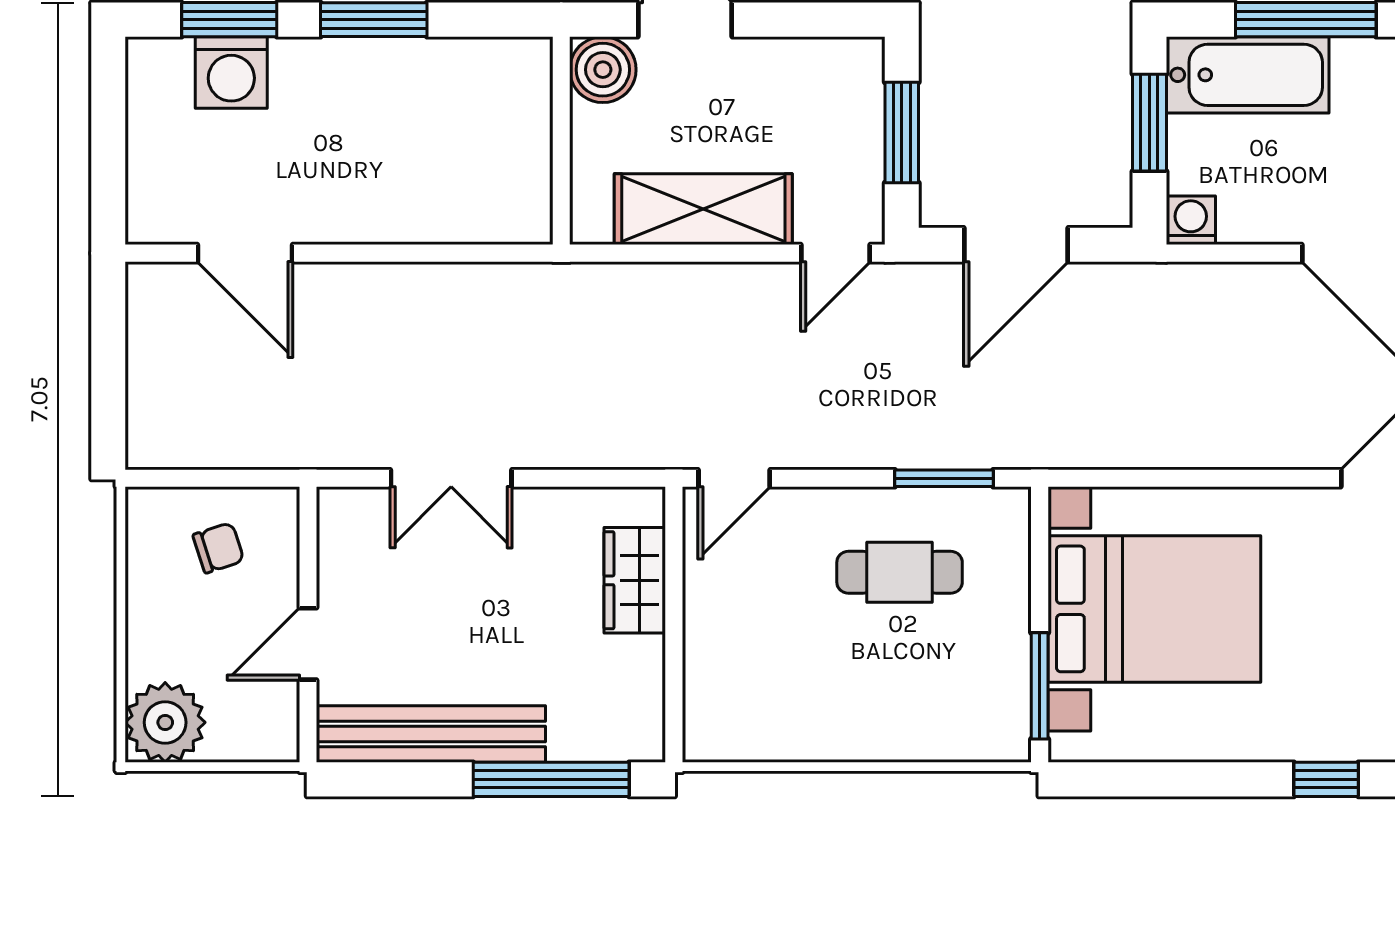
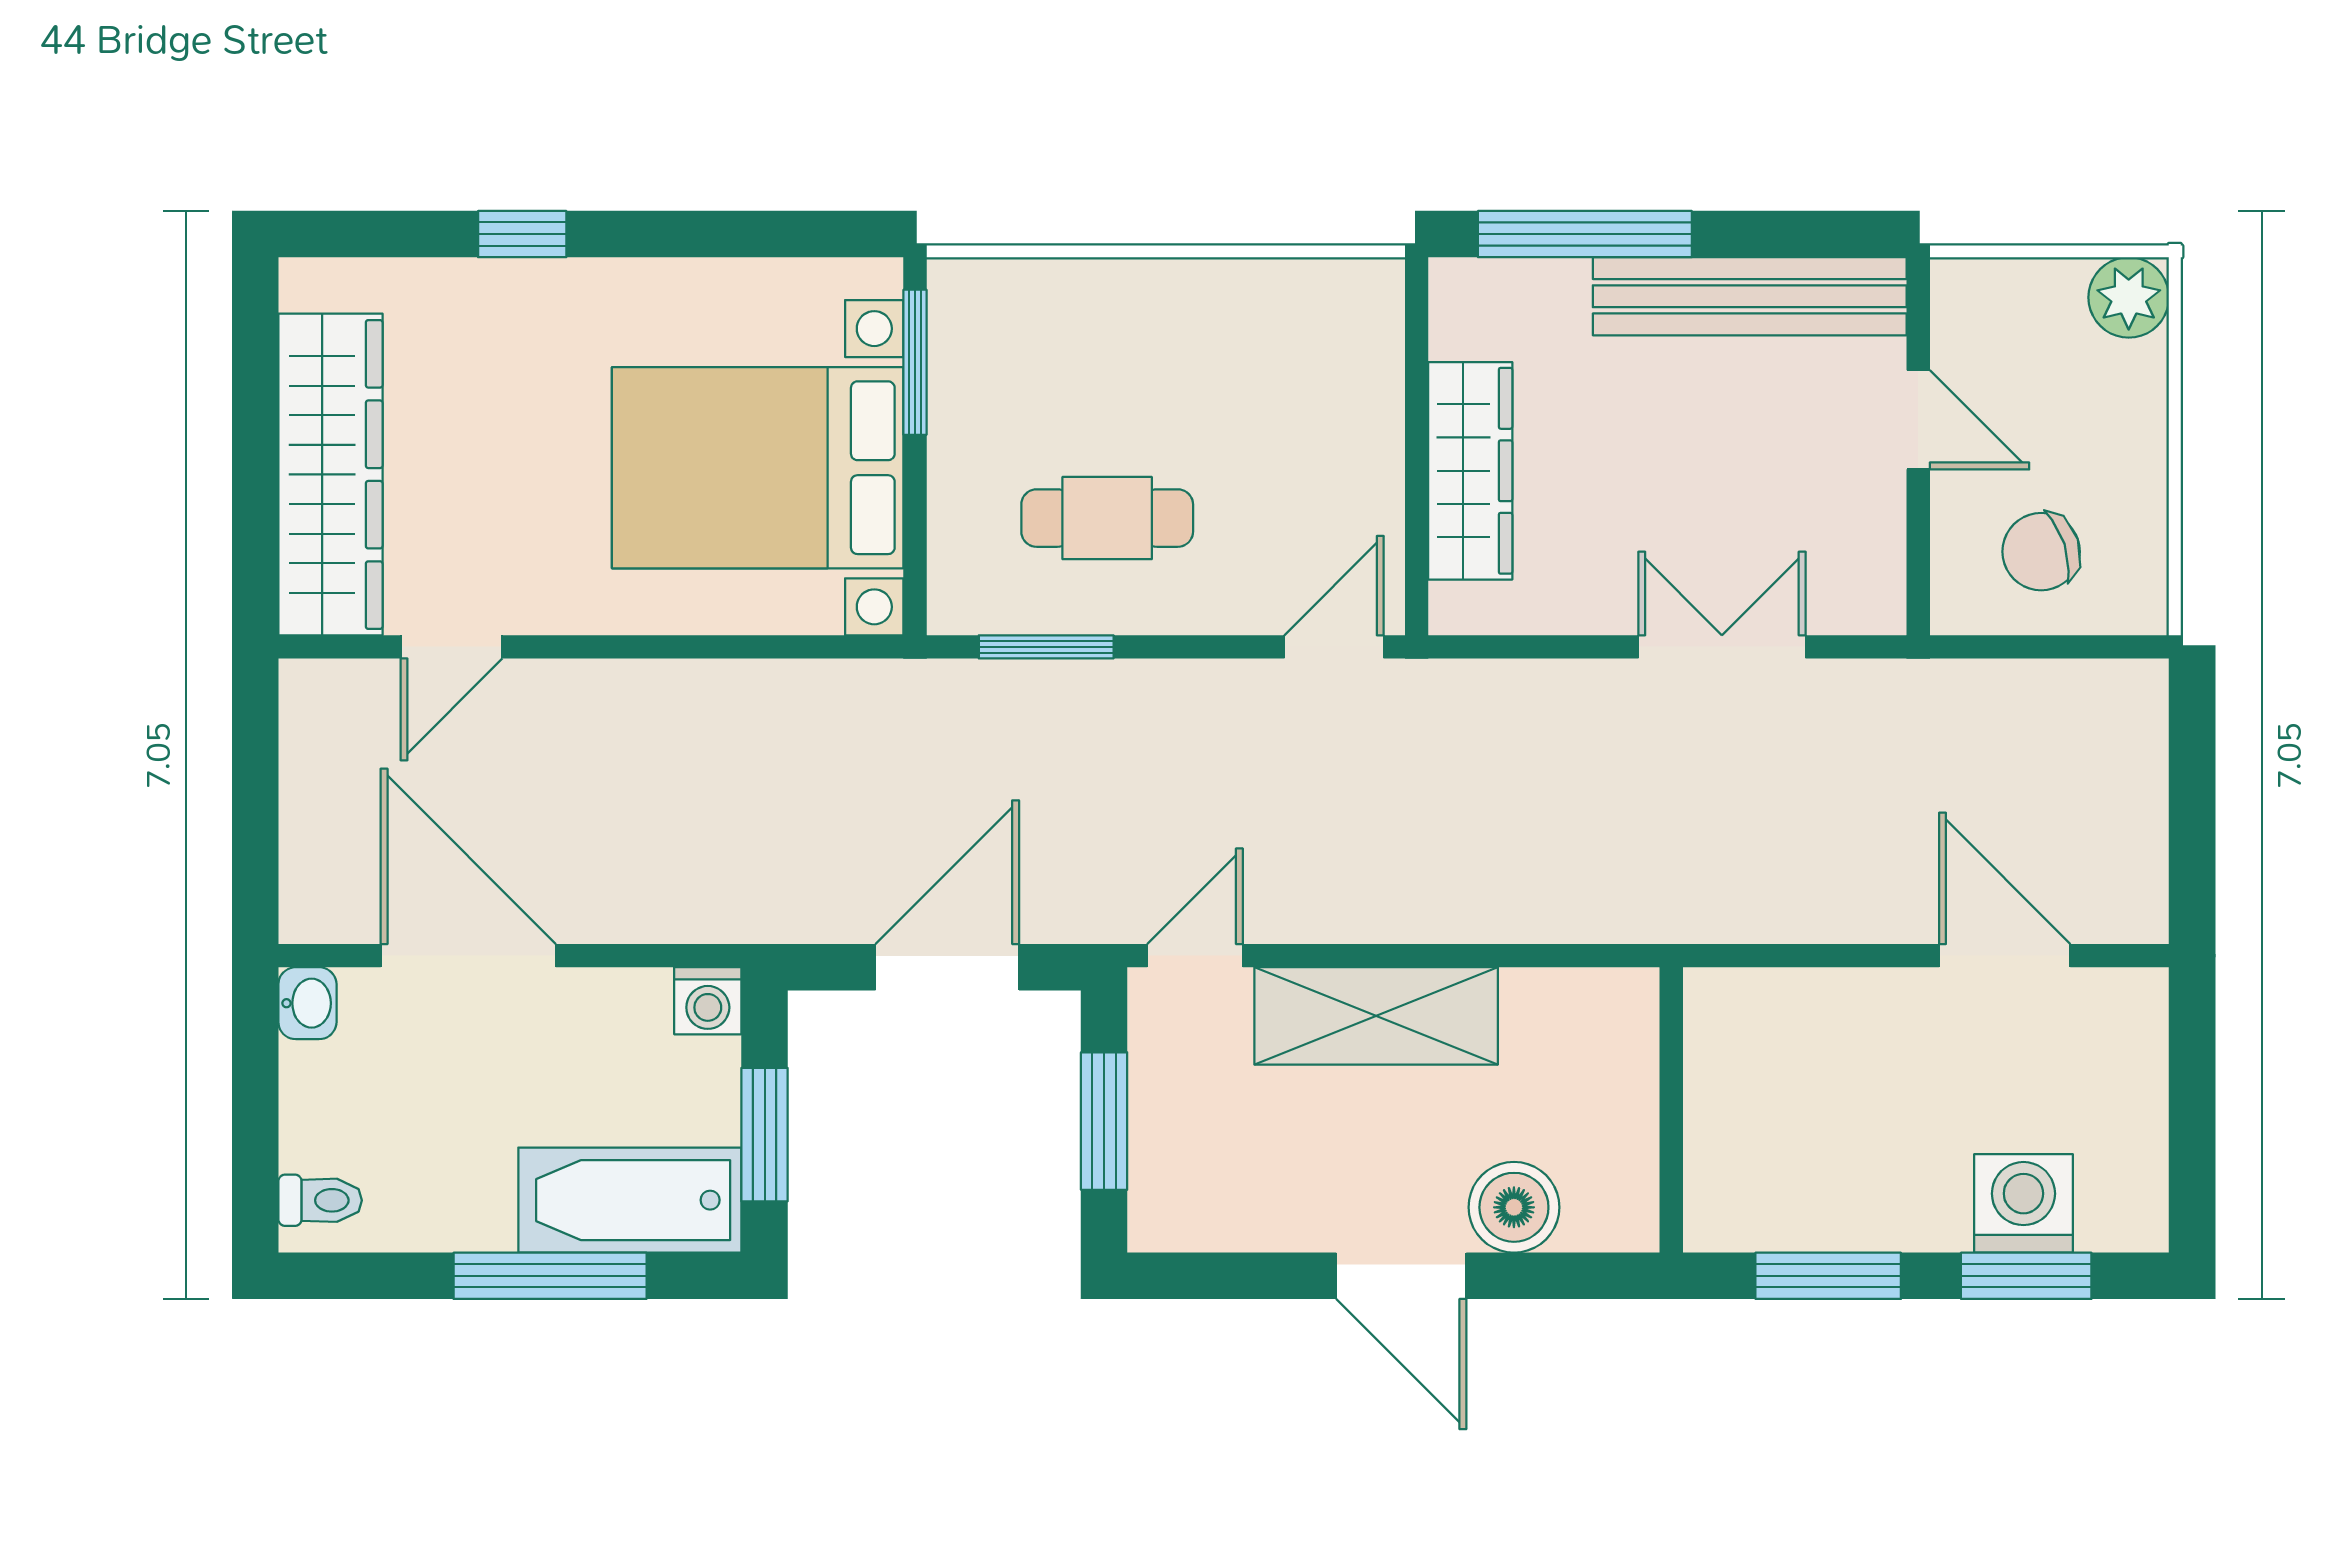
wall: (561, 141) -> (1671, 1110), moved
chair: (218, 548) -> (2041, 552), width x1.37, depth x1.37
wardrobe: (635, 580) -> (1470, 471), width x1.50
door: (308, 644) -> (1918, 420), hinge flipped
plant: (165, 722) -> (2129, 297), width x0.73, depth x0.73

